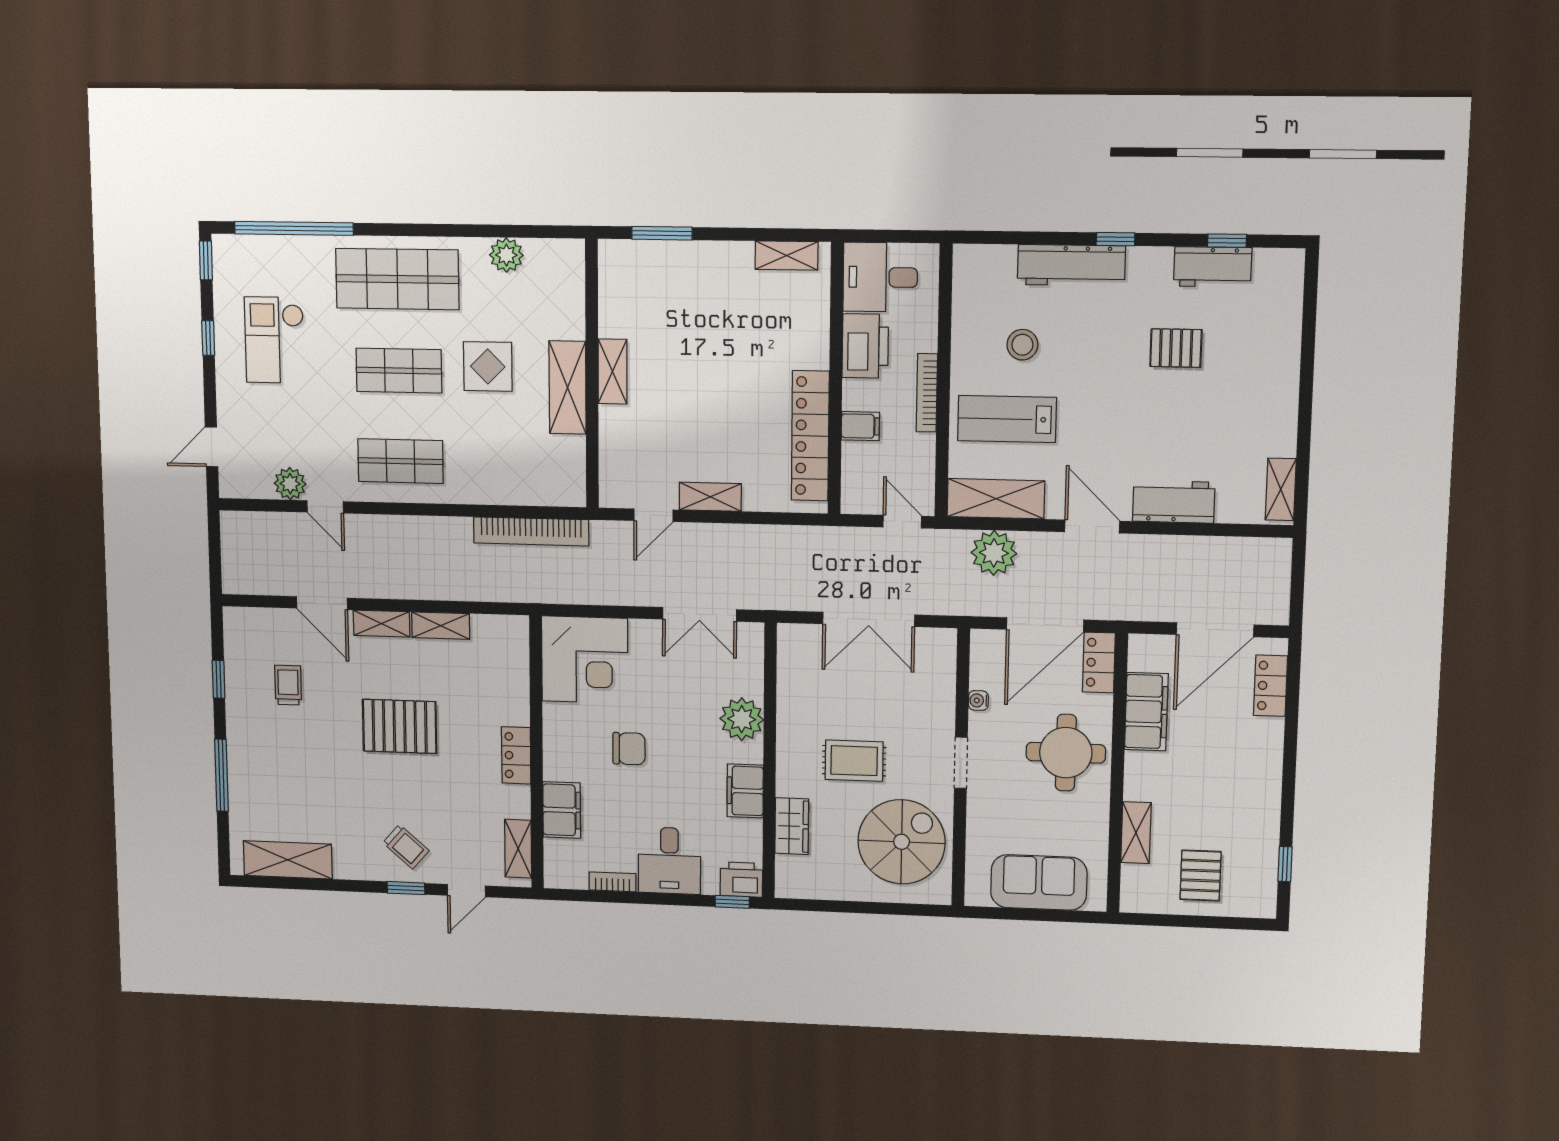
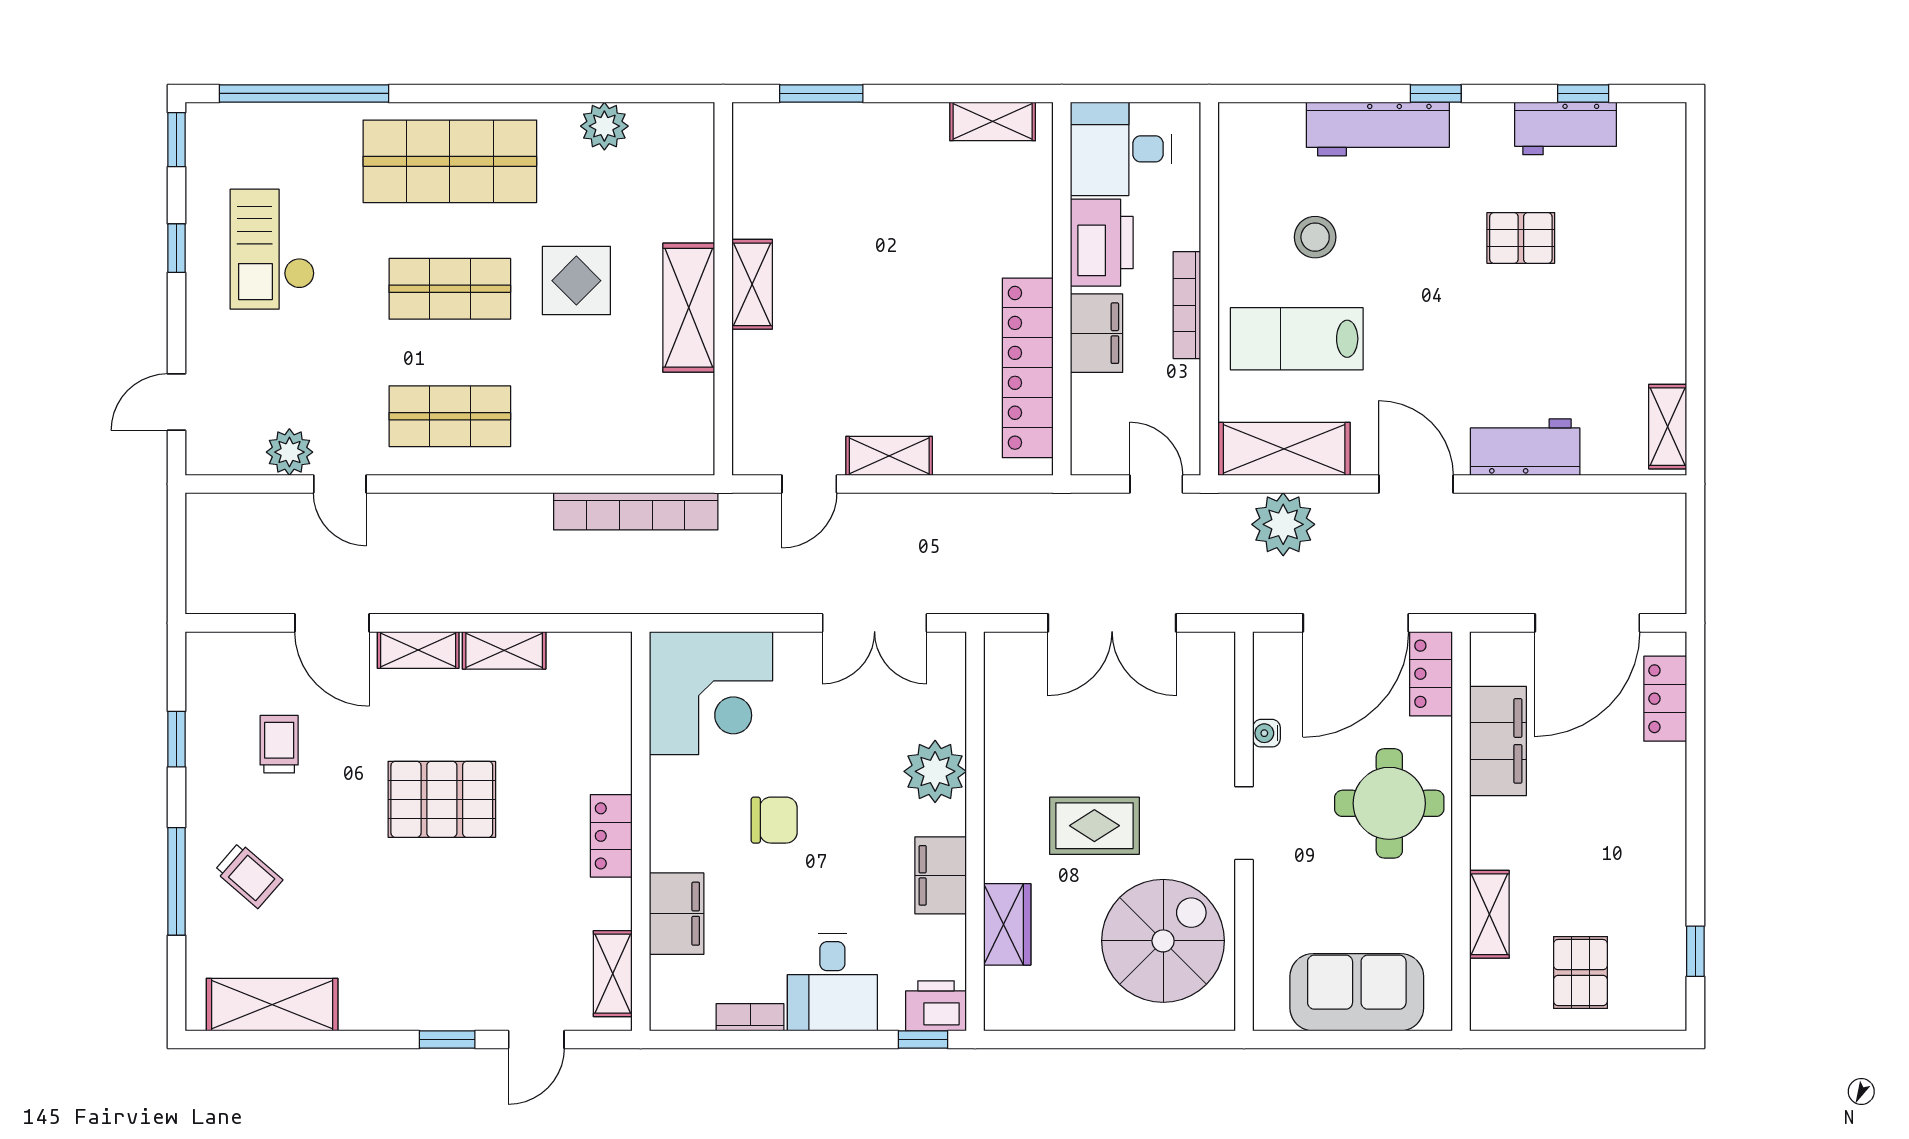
filing cabinet: (860, 426) -> (1097, 333), width x2.00
trolley: (406, 847) -> (249, 875), moved

